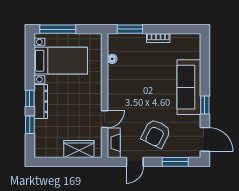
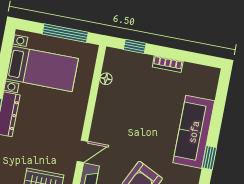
window: (58, 29) -> (65, 33), moved
window: (130, 29) -> (135, 46), width x0.67

